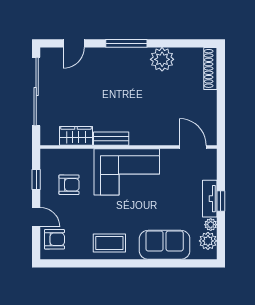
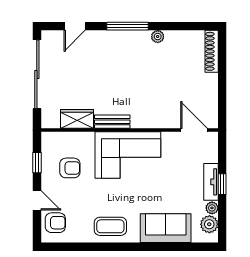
plant: (162, 59) -> (158, 37), width x0.53, depth x0.53

